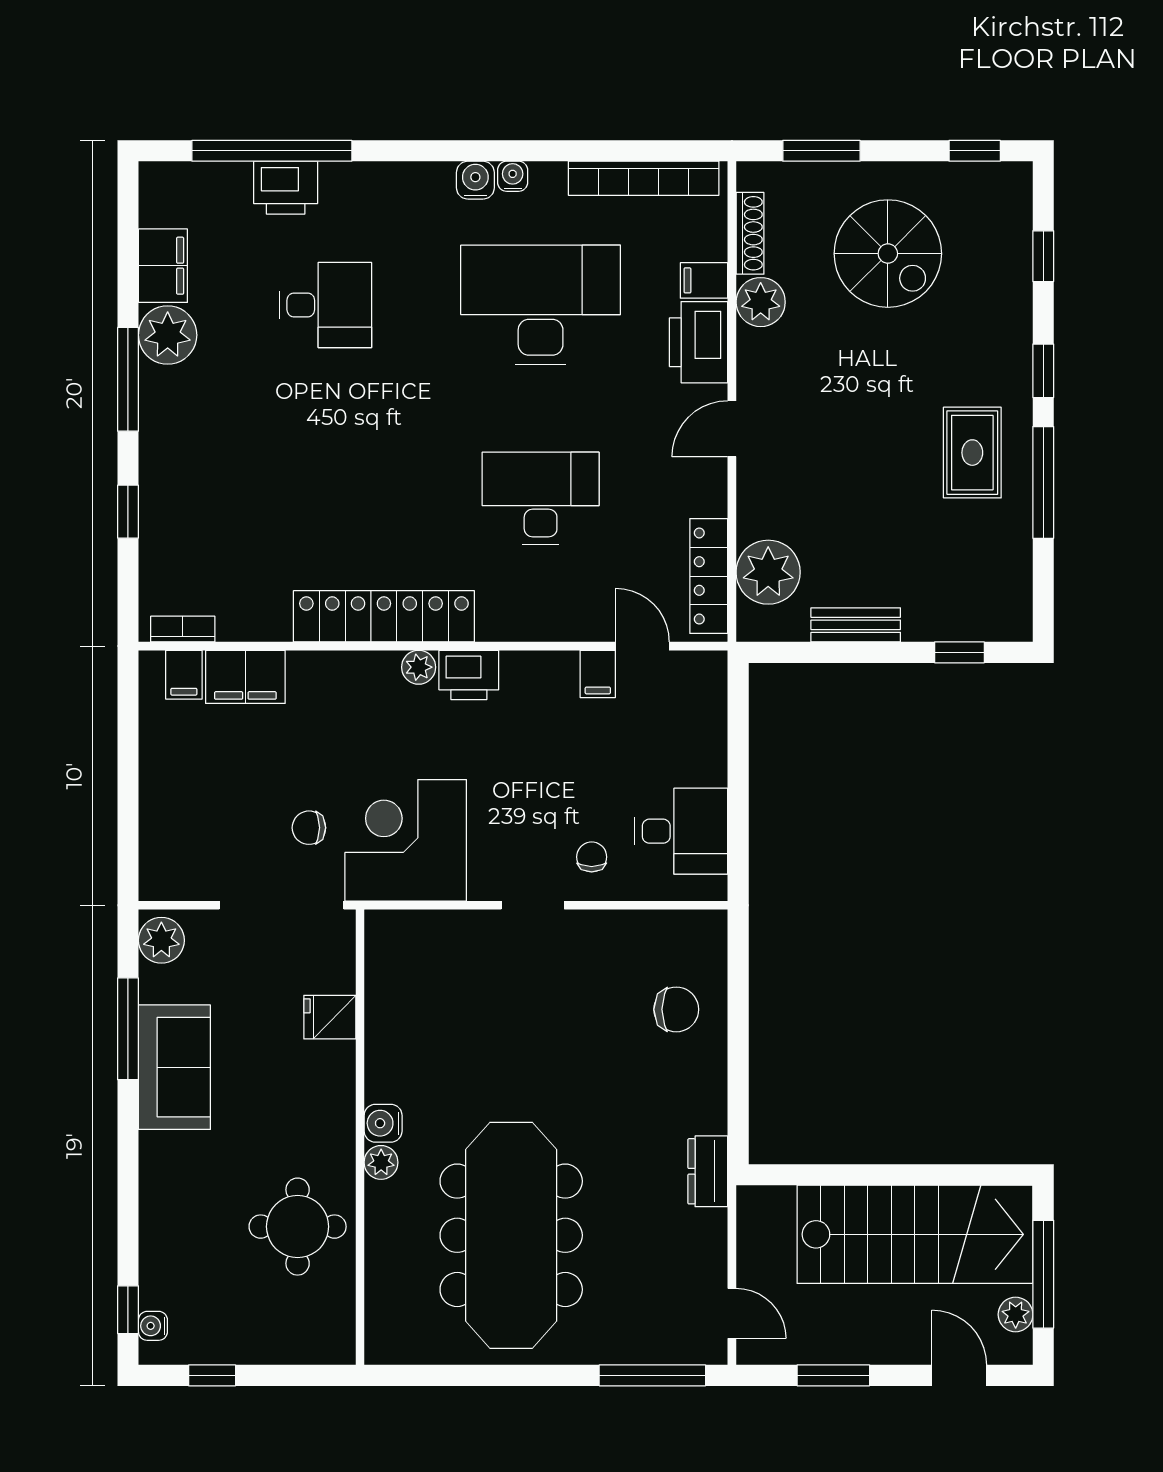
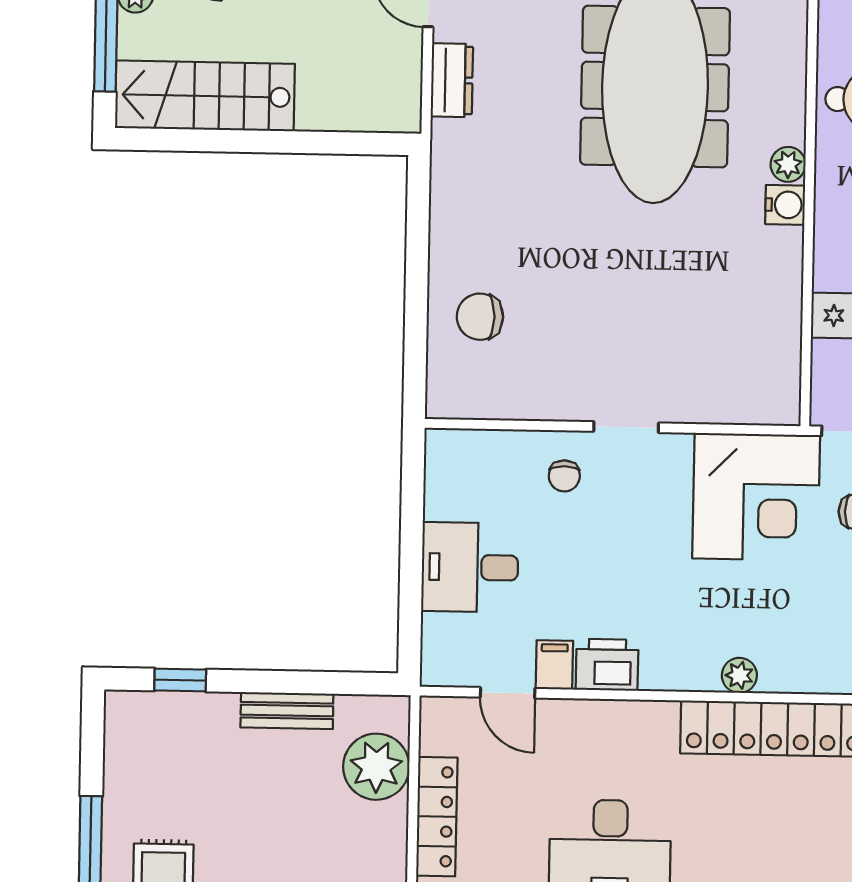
locker: (709, 576) -> (437, 817), moved
printer: (469, 675) -> (607, 665), moved
desk: (681, 831) -> (470, 567), moved
dresser: (708, 1171) -> (452, 80), moved
stairs: (915, 1234) -> (205, 96), width x0.73, depth x0.66

